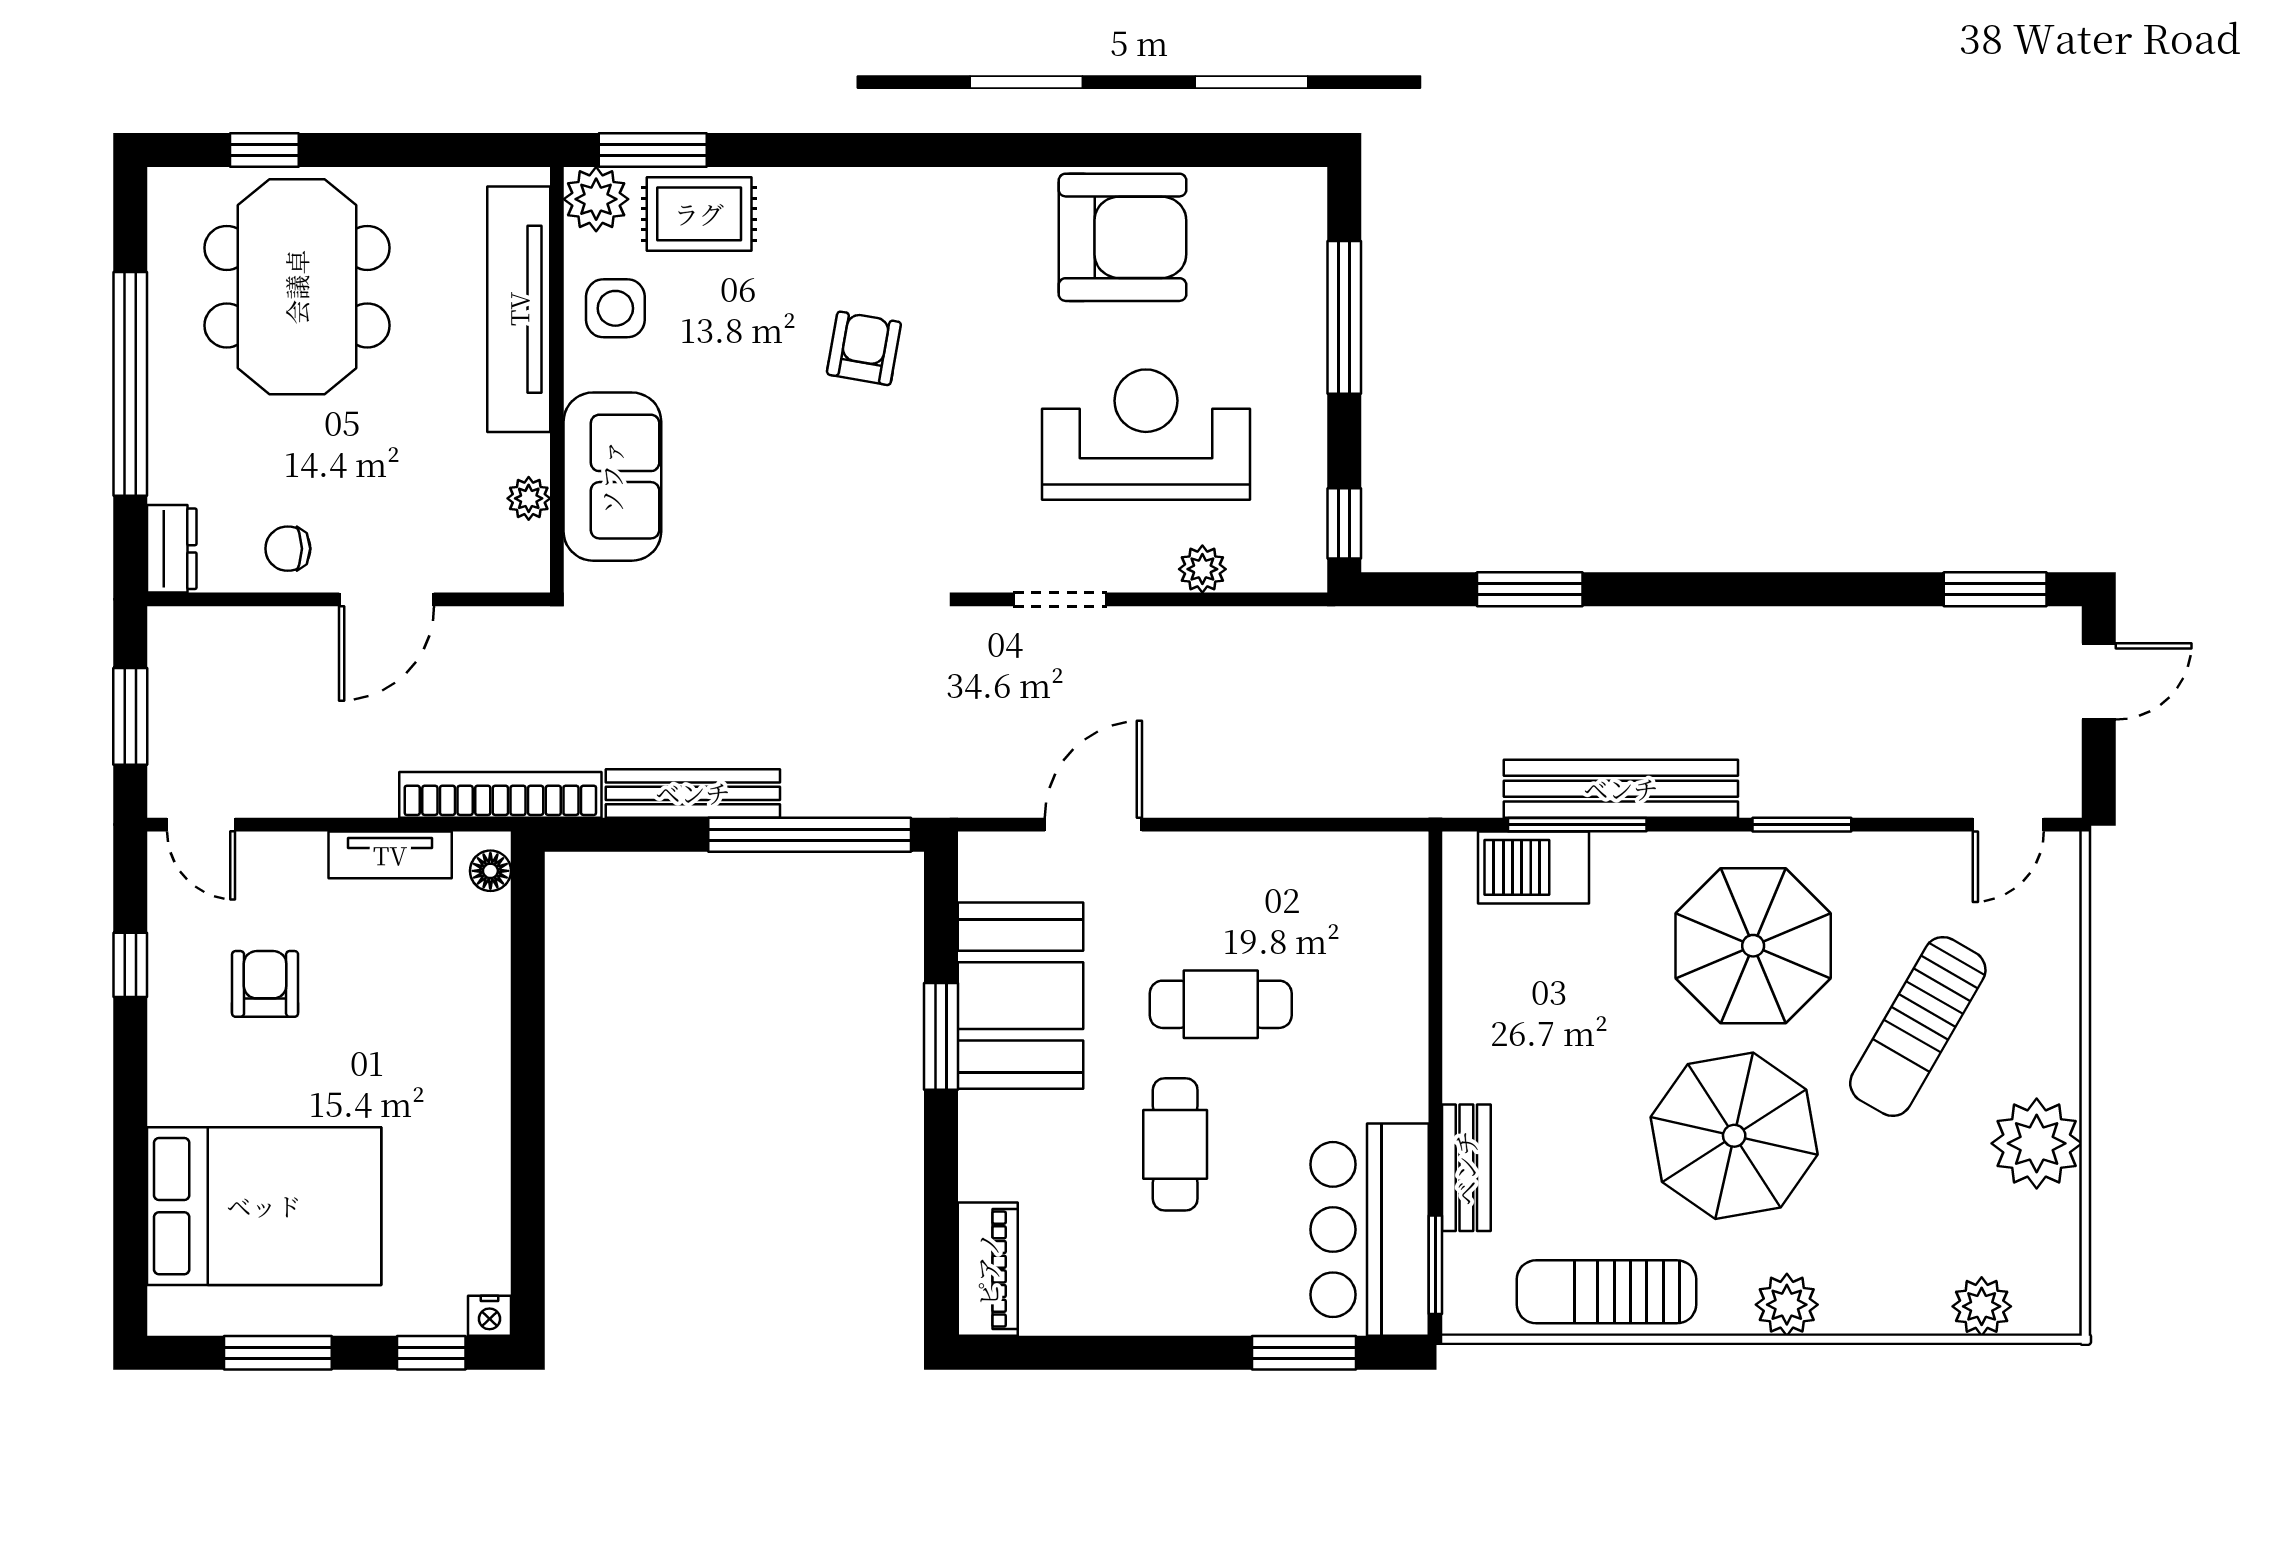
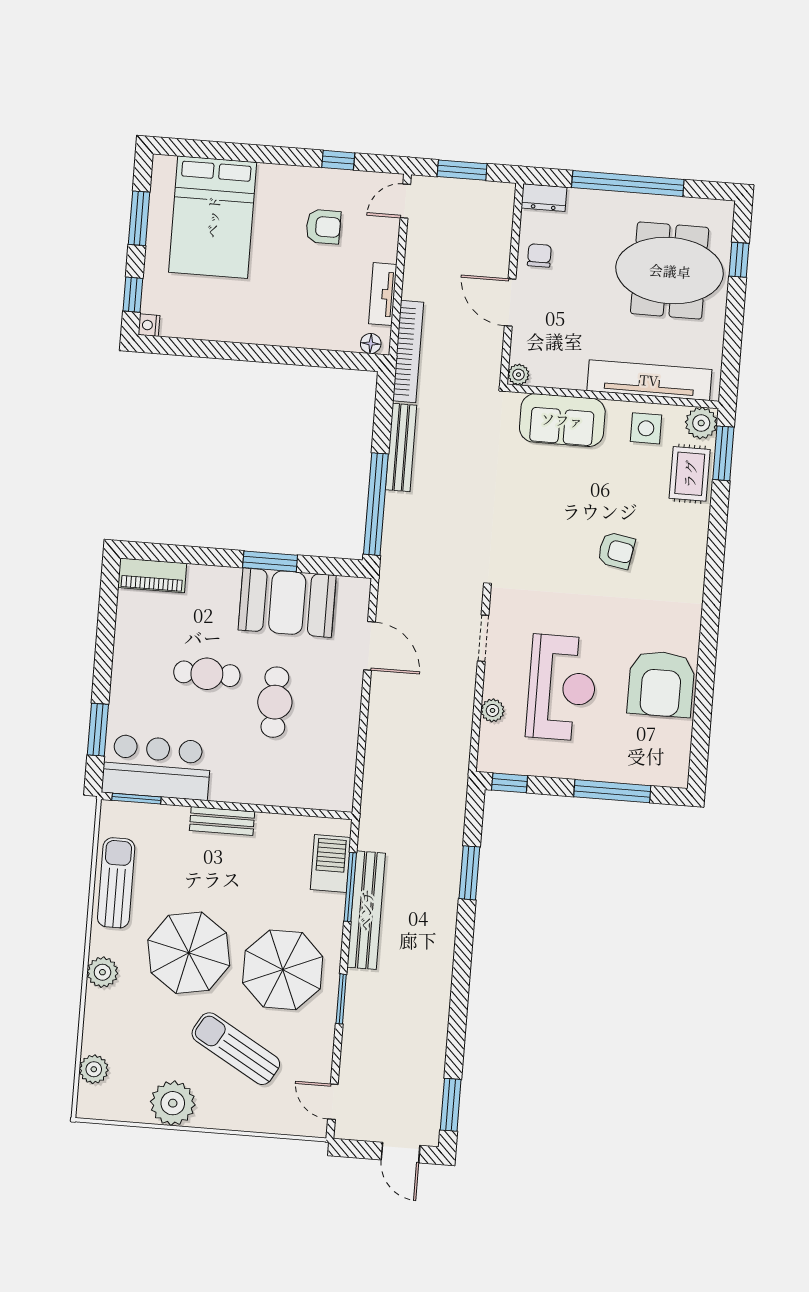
plant: (529, 498) -> (519, 375), moved
bench: (1466, 1168) -> (222, 821), moved

